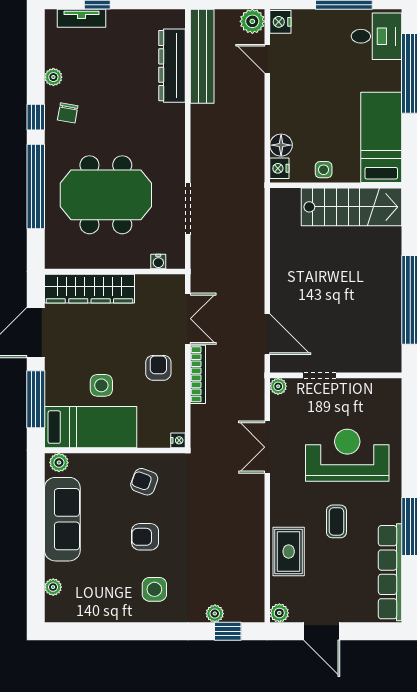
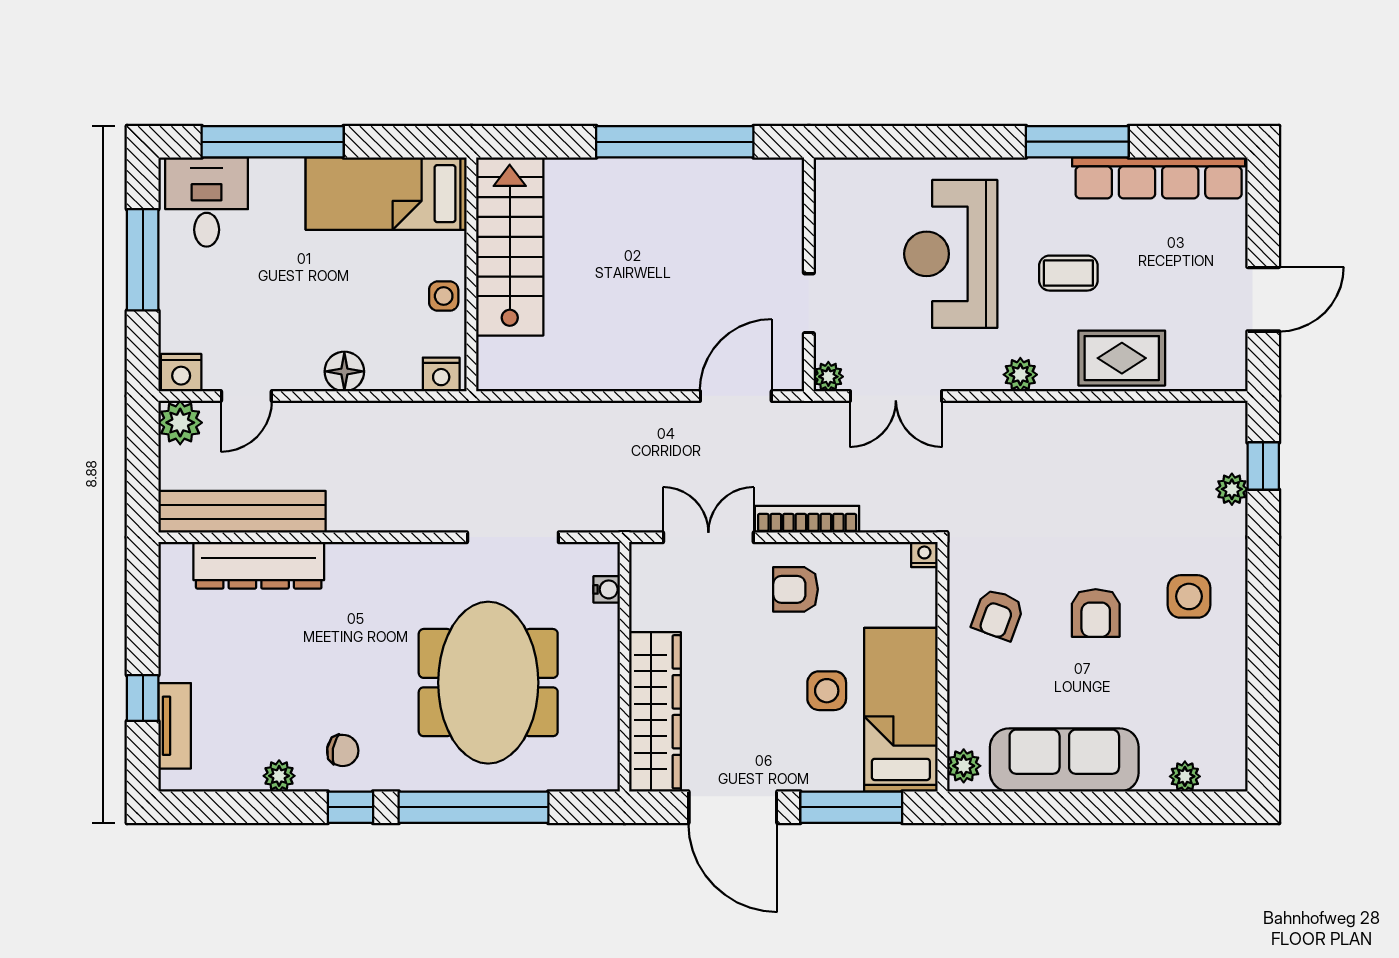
floor lamp: (281, 145) -> (344, 371), moved
double door: (267, 447) -> (896, 396), moved
plant: (279, 613) -> (1020, 375), moved

